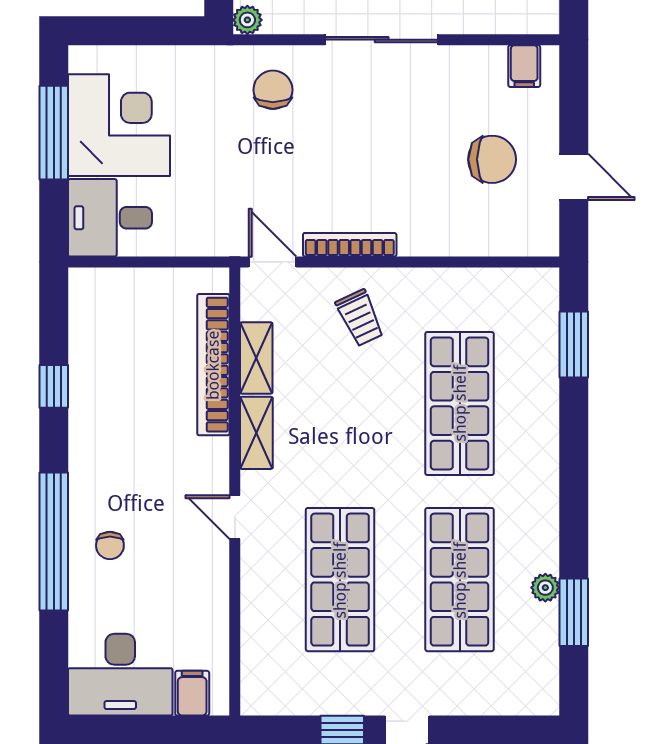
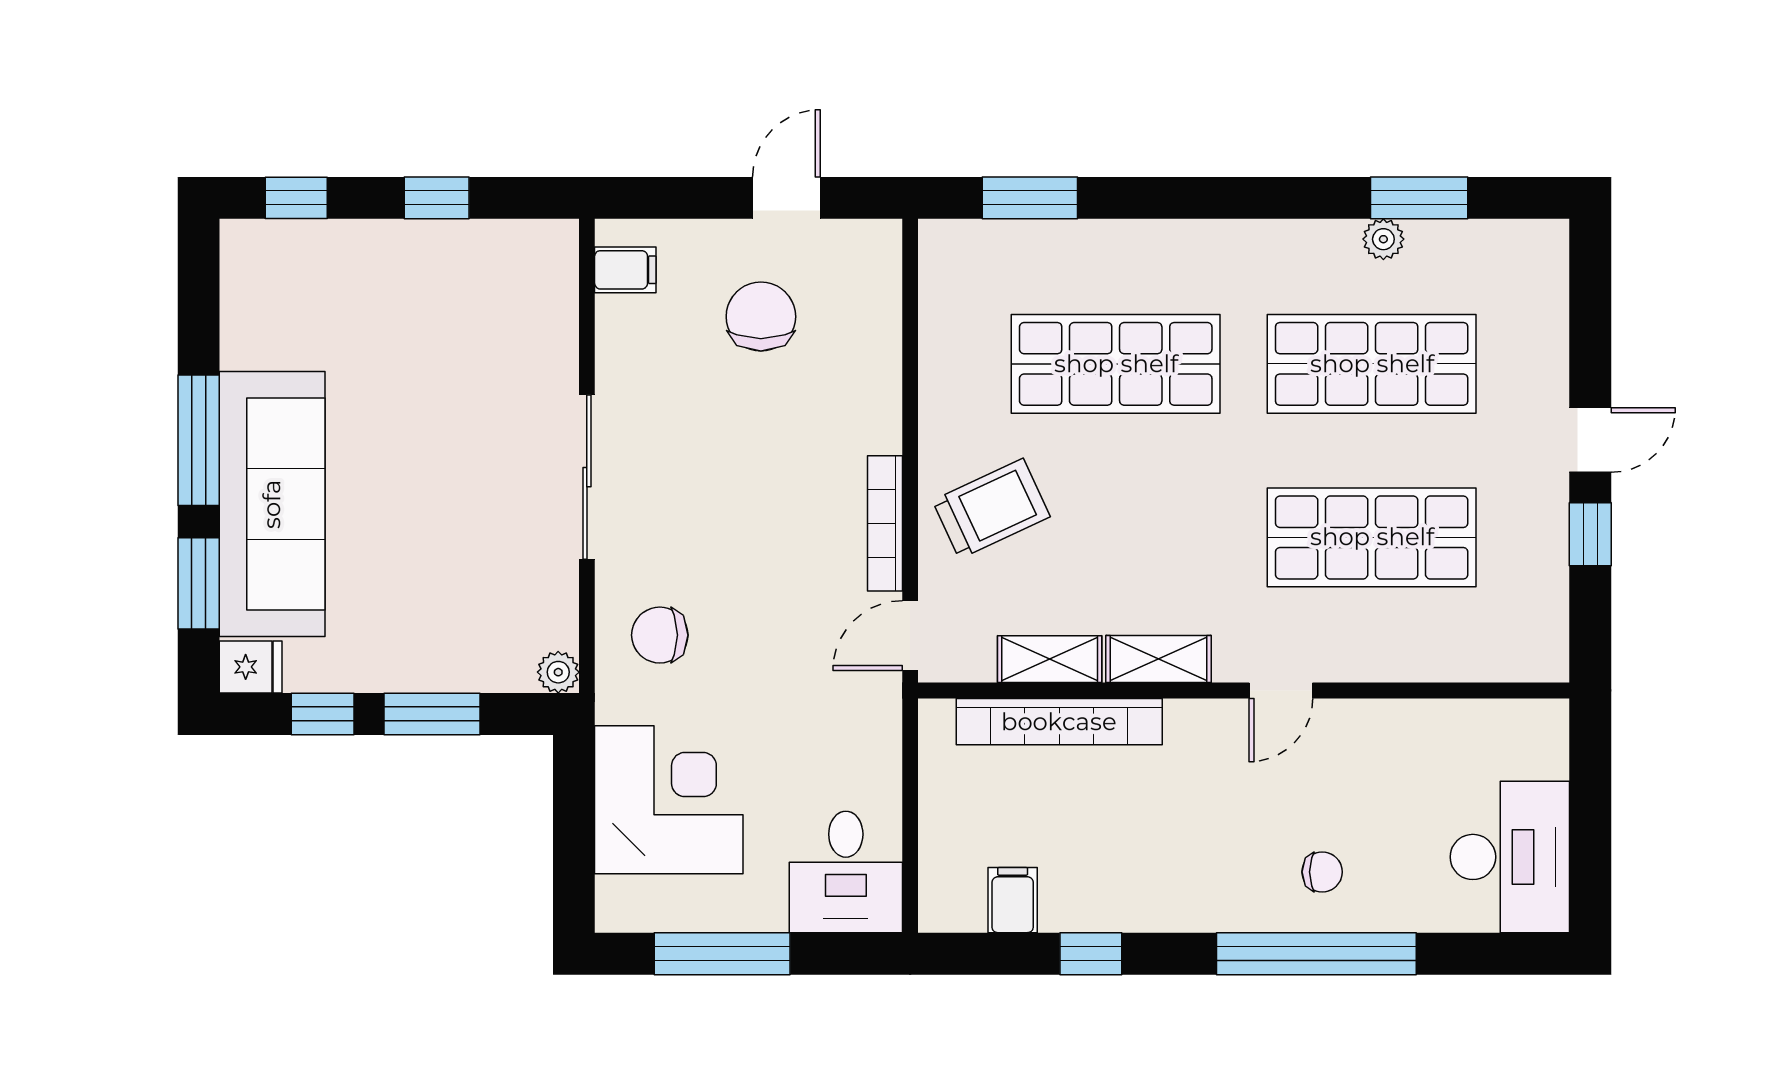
corner desk: (119, 125) -> (669, 800), moved, turned 90
trolley: (360, 318) -> (991, 509), width x1.36, depth x1.39
filing cabinet: (192, 693) -> (1013, 900), moved, turned 90

